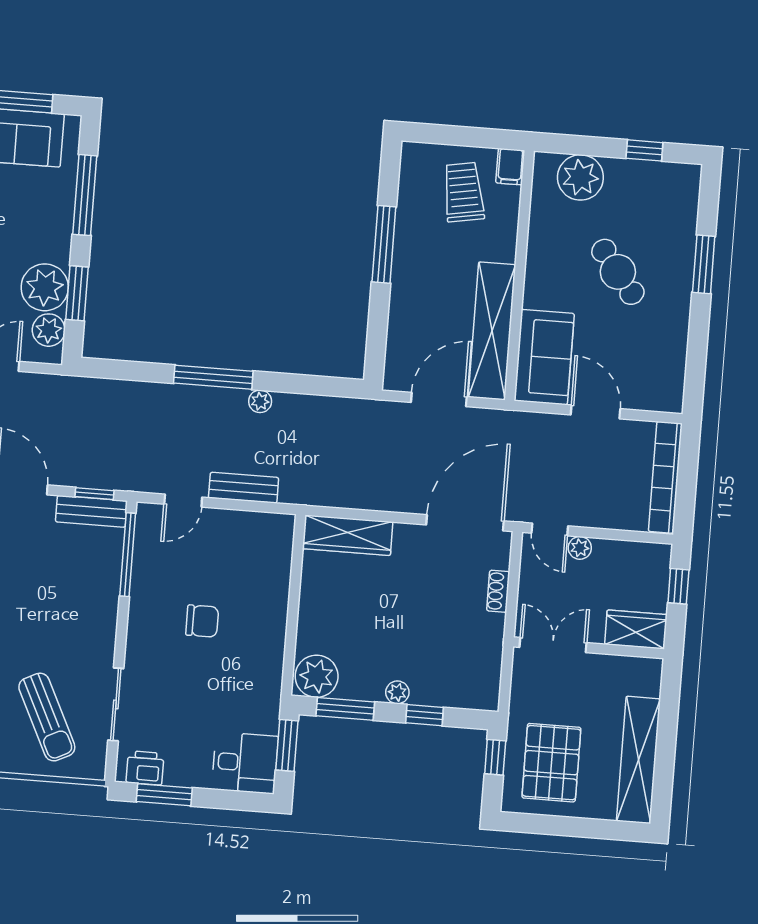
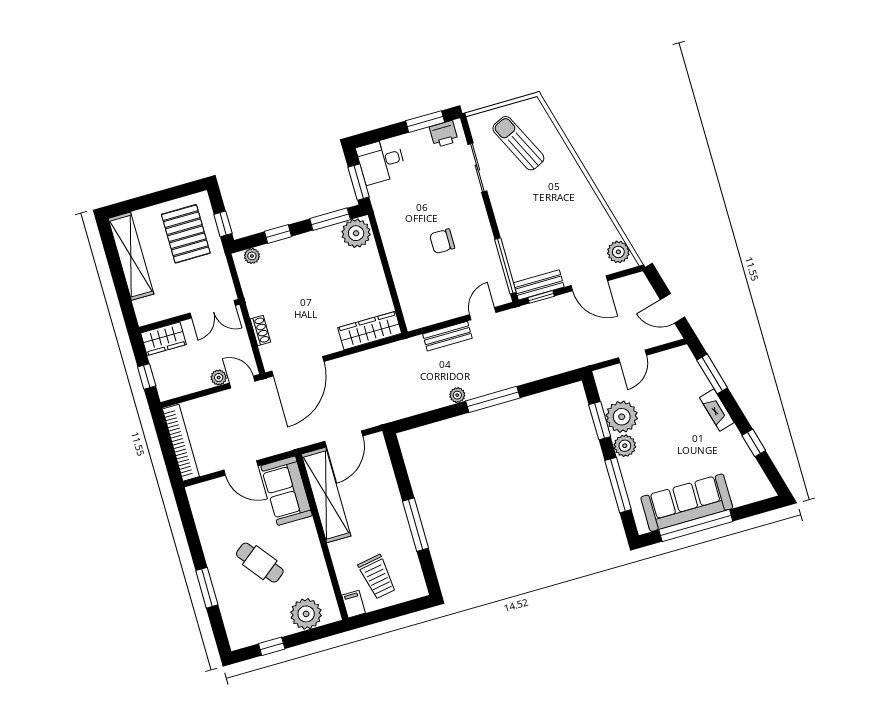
plant: (49, 330) -> (625, 446), moved
plant: (397, 692) -> (252, 256), moved

